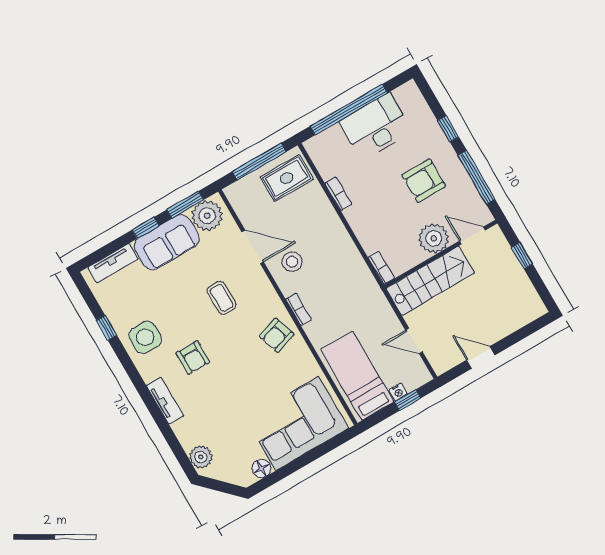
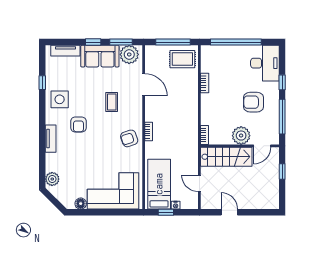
desk: (376, 127) -> (265, 63), moved, turned 90
door: (472, 236) -> (262, 146), swing flipped
stool: (292, 262) -> (160, 104), removed
window: (408, 400) -> (166, 212), moved

